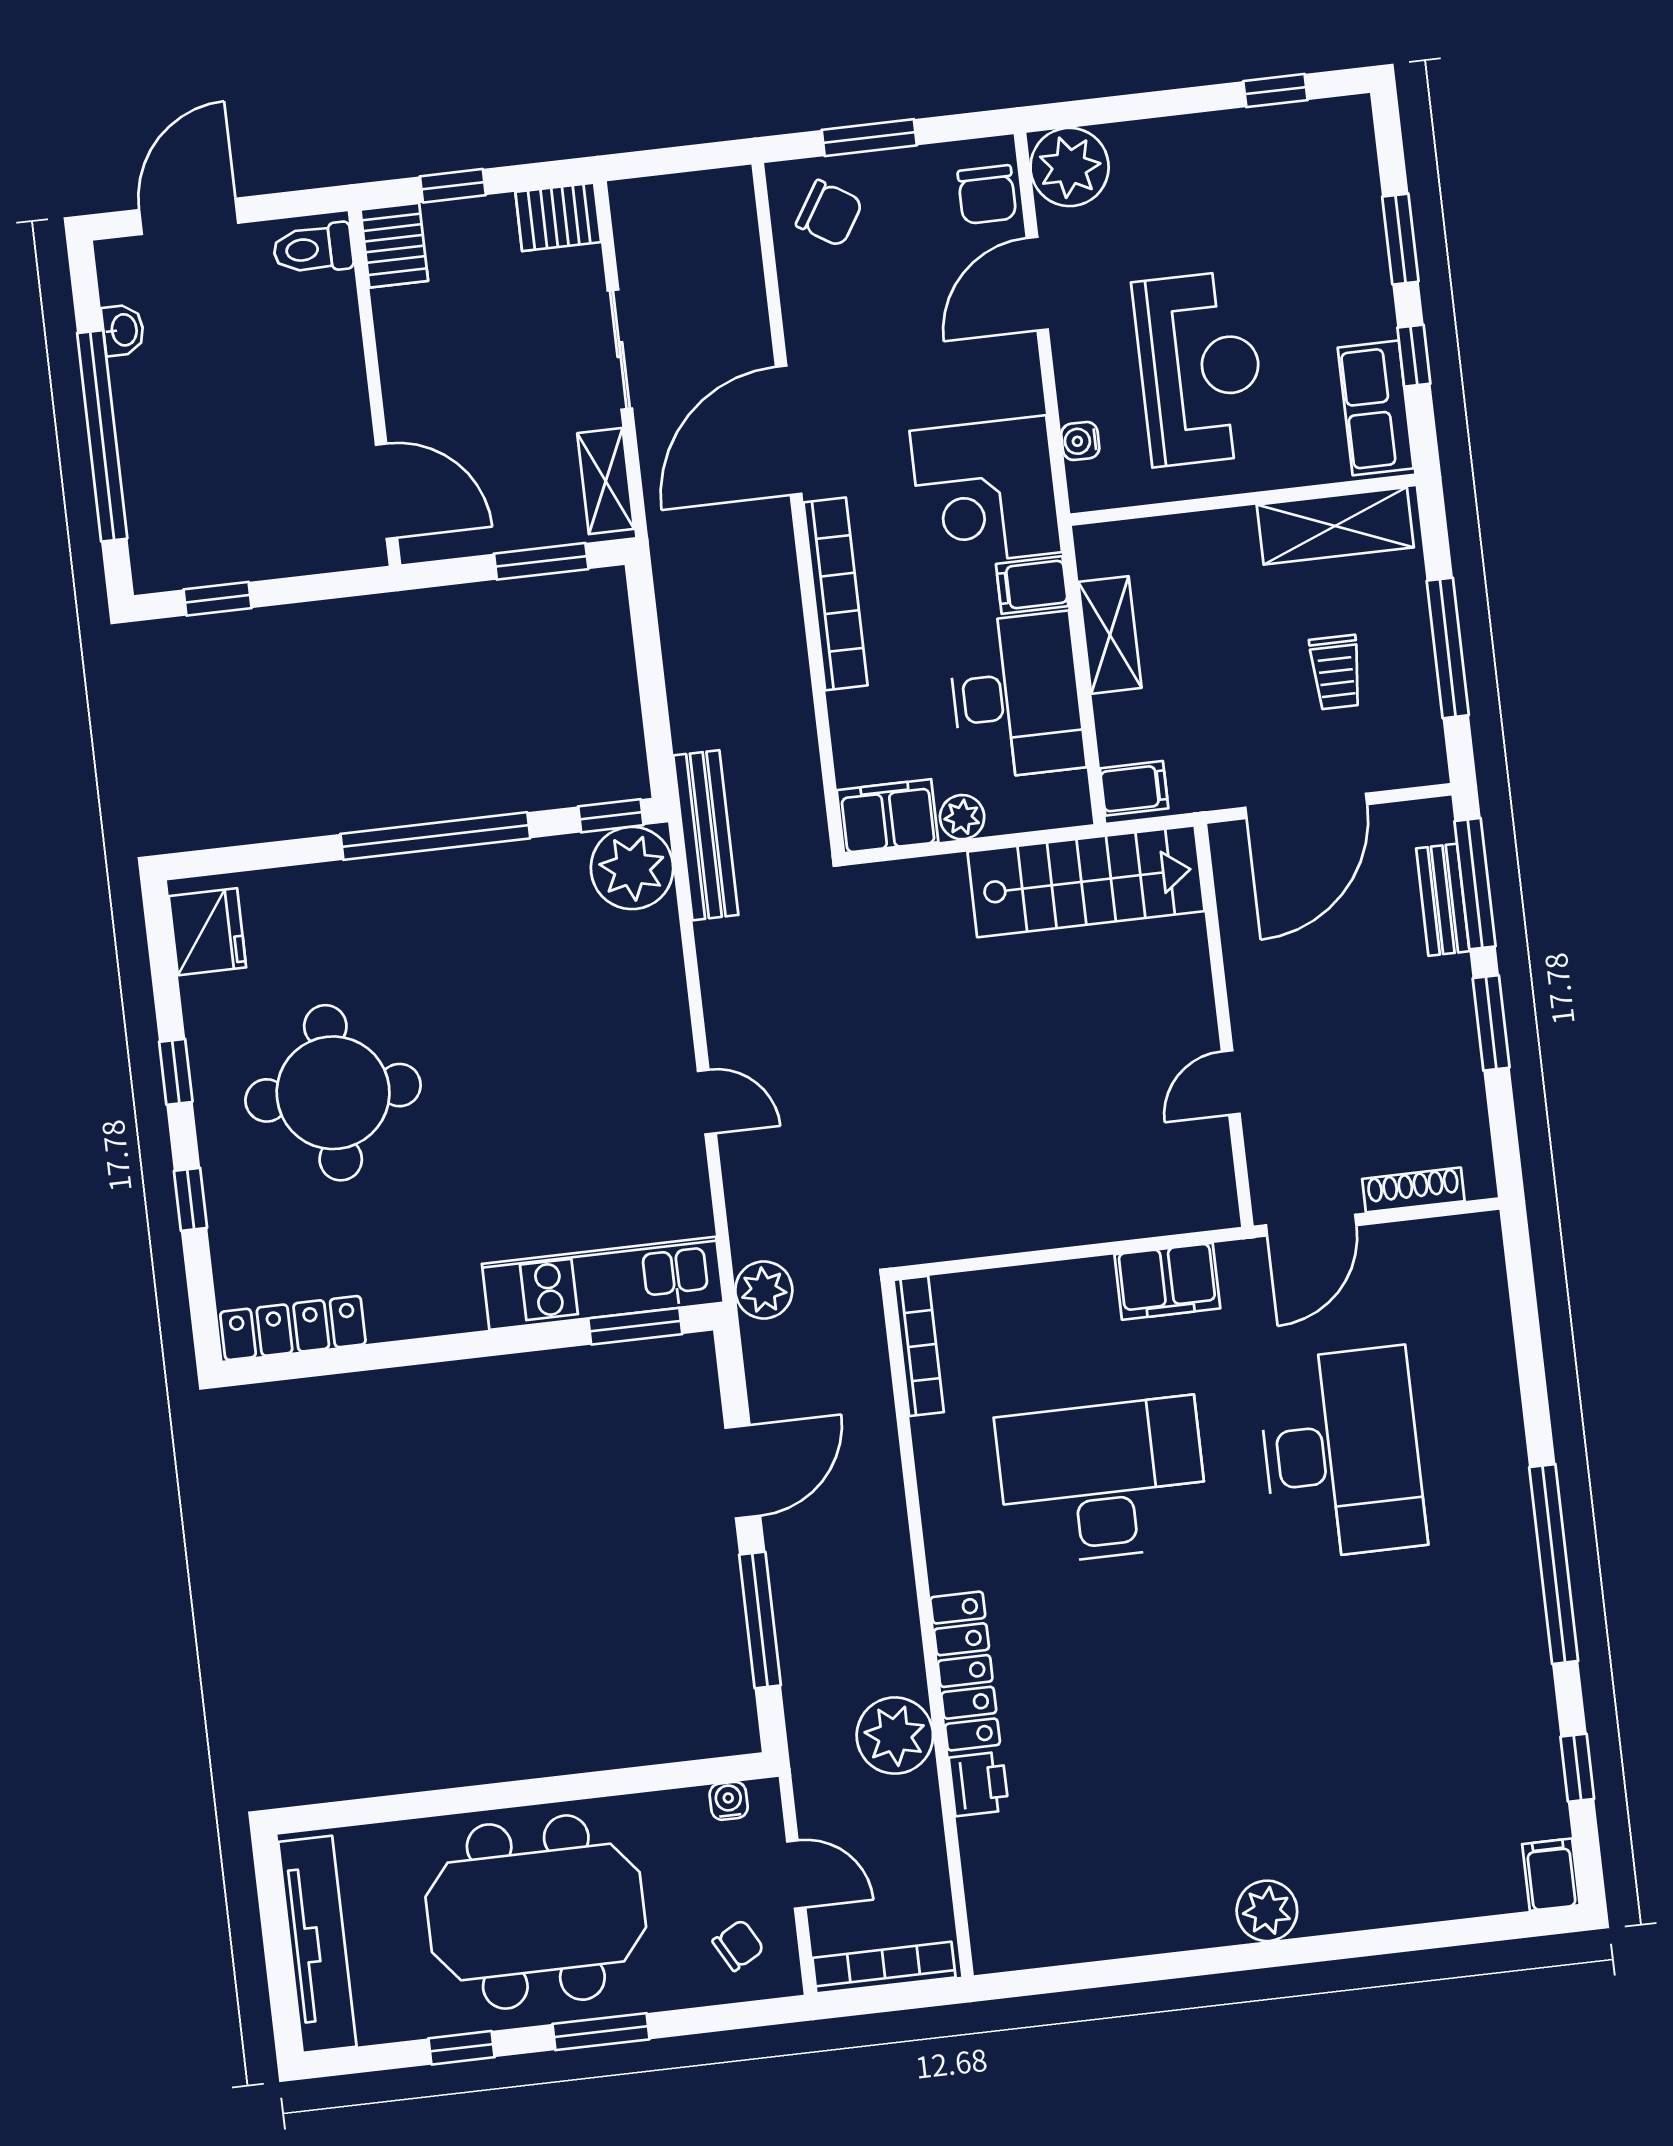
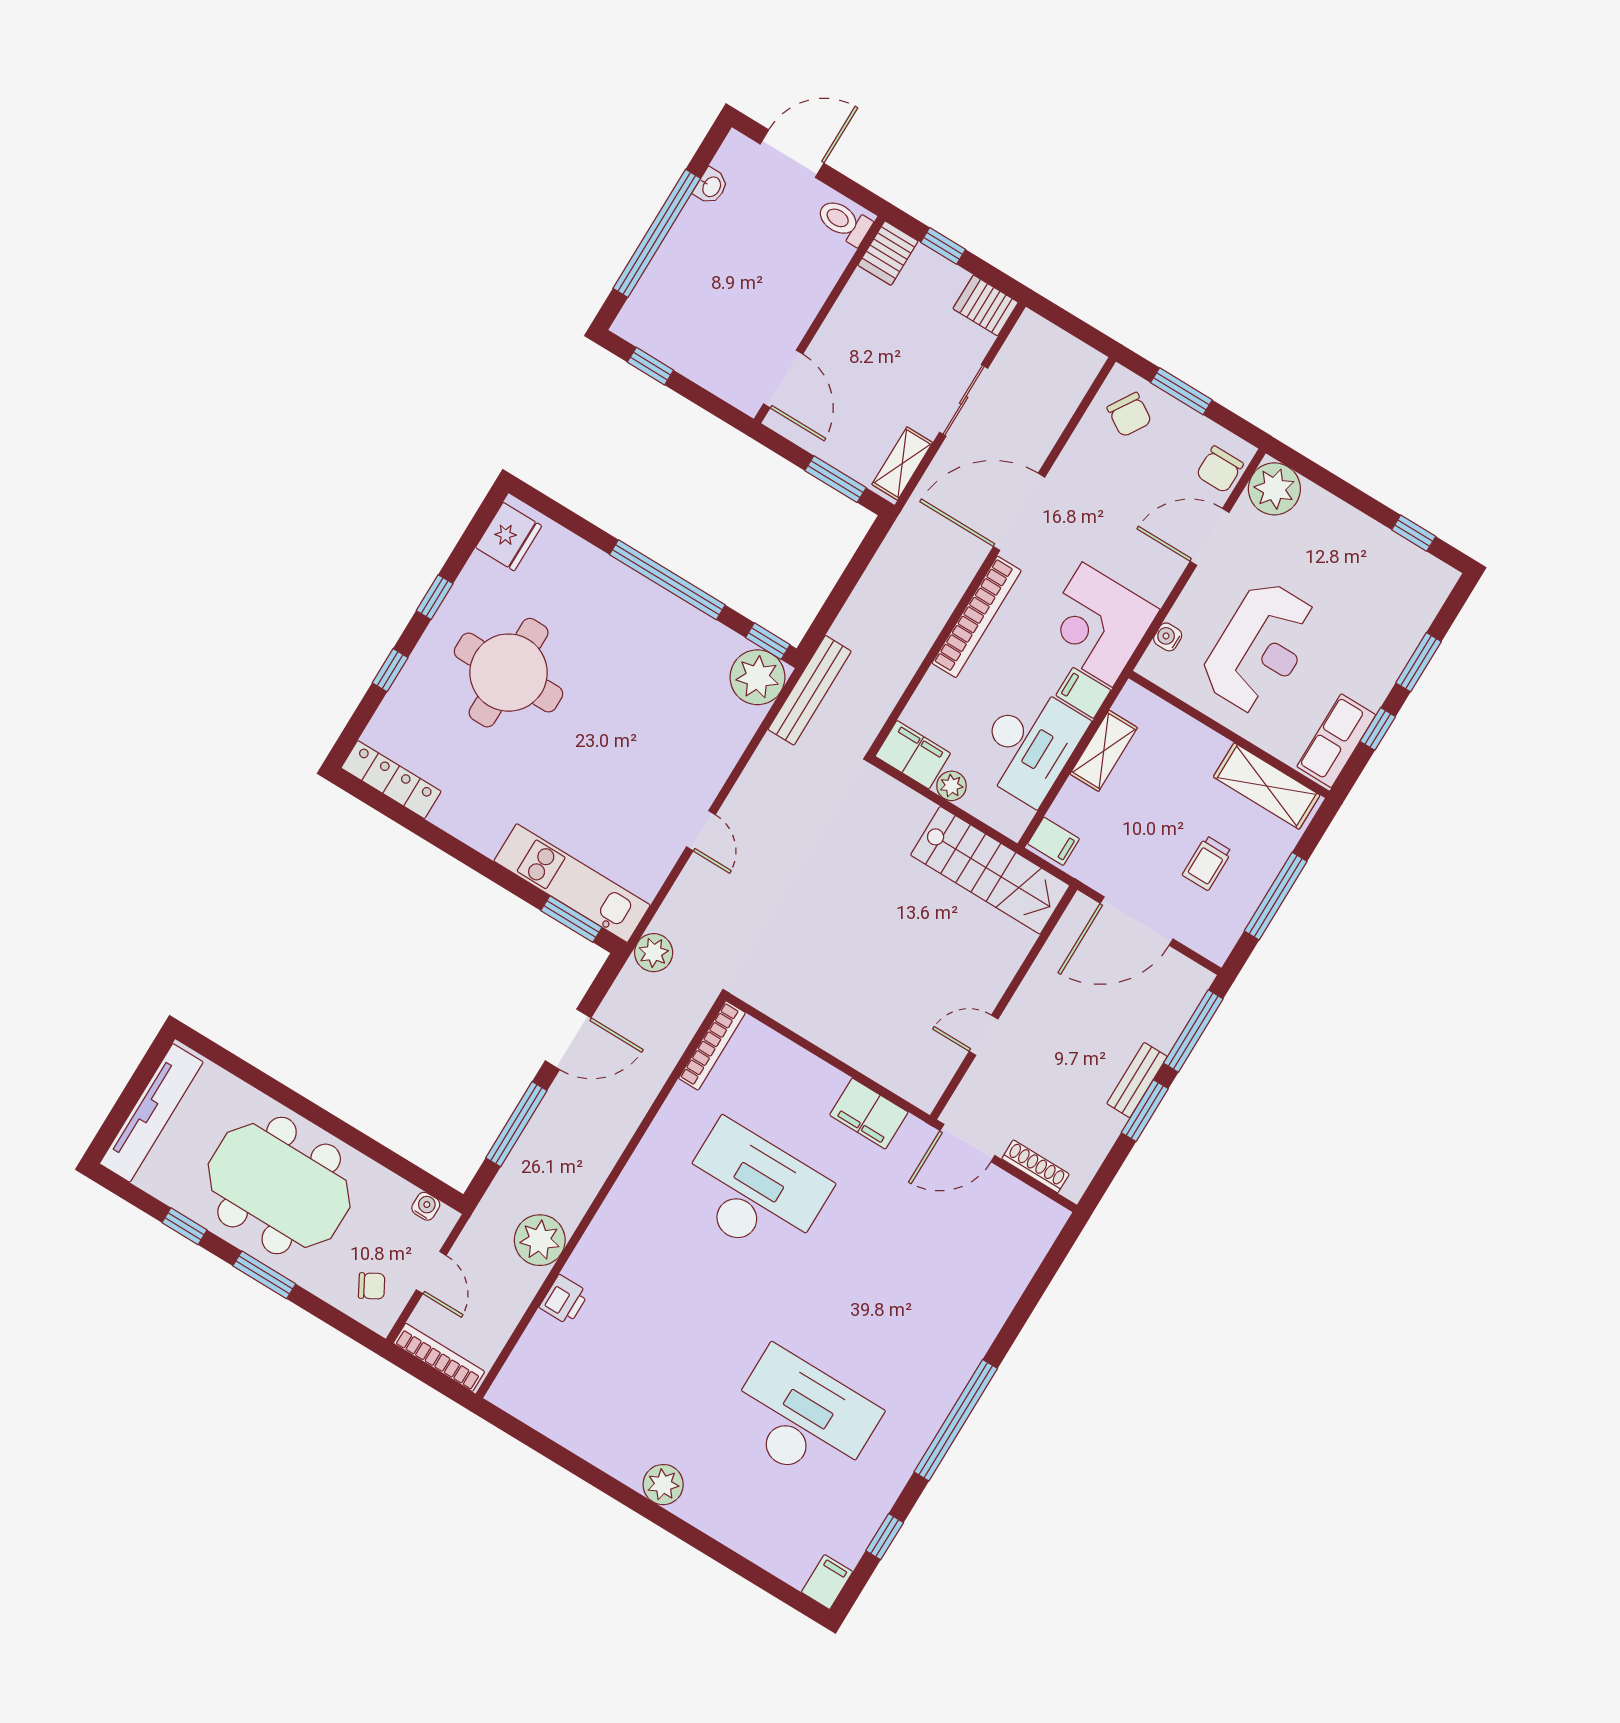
bench: (1443, 900) -> (1137, 1080), moved
desk: (1342, 1453) -> (802, 1419), moved, turned -90
locker: (965, 1671) -> (603, 1235), removed

